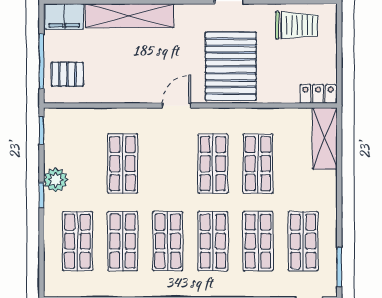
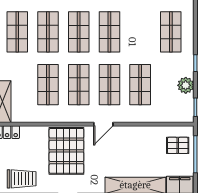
trolley: (297, 25) -> (22, 179), turned 180
plant: (56, 180) -> (186, 85), moved
shop shelf: (123, 241) -> (109, 85), moved

